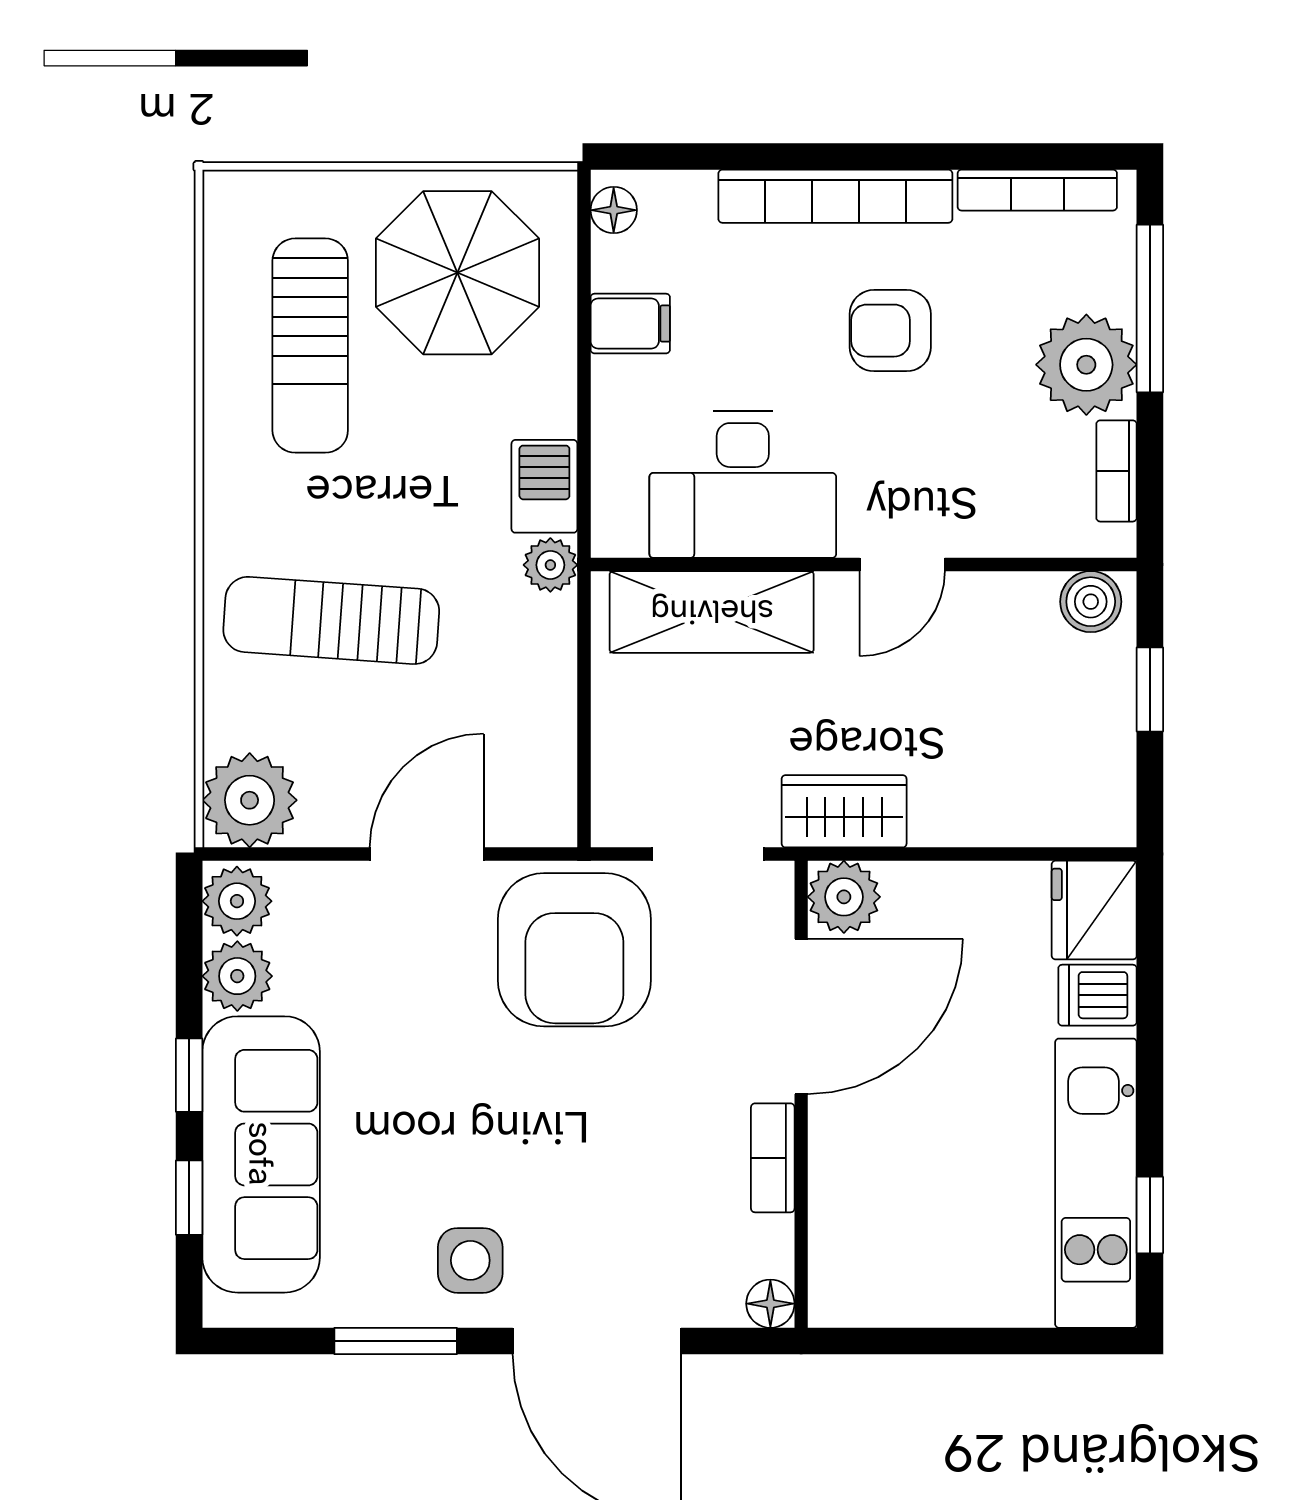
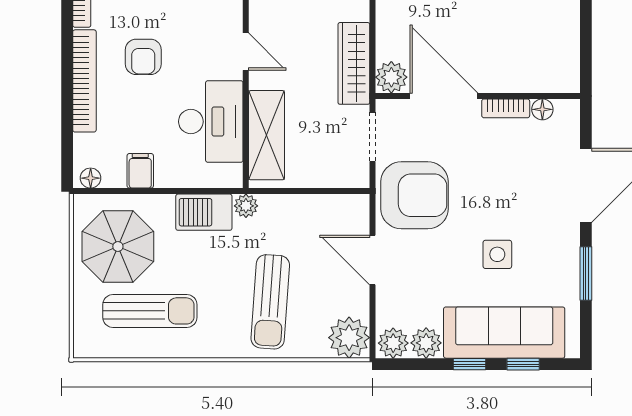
barbecue: (544, 486) -> (204, 212), width x1.38, depth x1.27
wardrobe: (844, 811) -> (354, 63), width x1.50
side table: (470, 1260) -> (497, 254), moved
floor lamp: (770, 1304) -> (542, 109), moved

